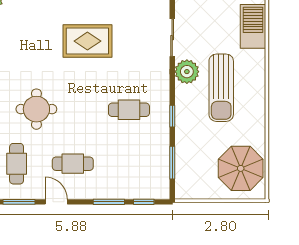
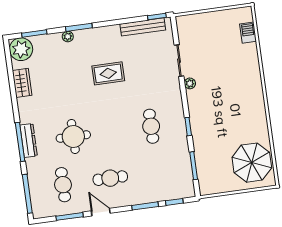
barbecue: (253, 26) -> (248, 33), width x0.53, depth x0.65
rug: (87, 41) -> (108, 73), width x0.73, depth x0.70
plant: (187, 72) -> (190, 83), width x0.53, depth x0.53
sun lounger: (221, 88) -> (226, 97), removed
cafe table: (129, 110) -> (151, 126), turned 90

